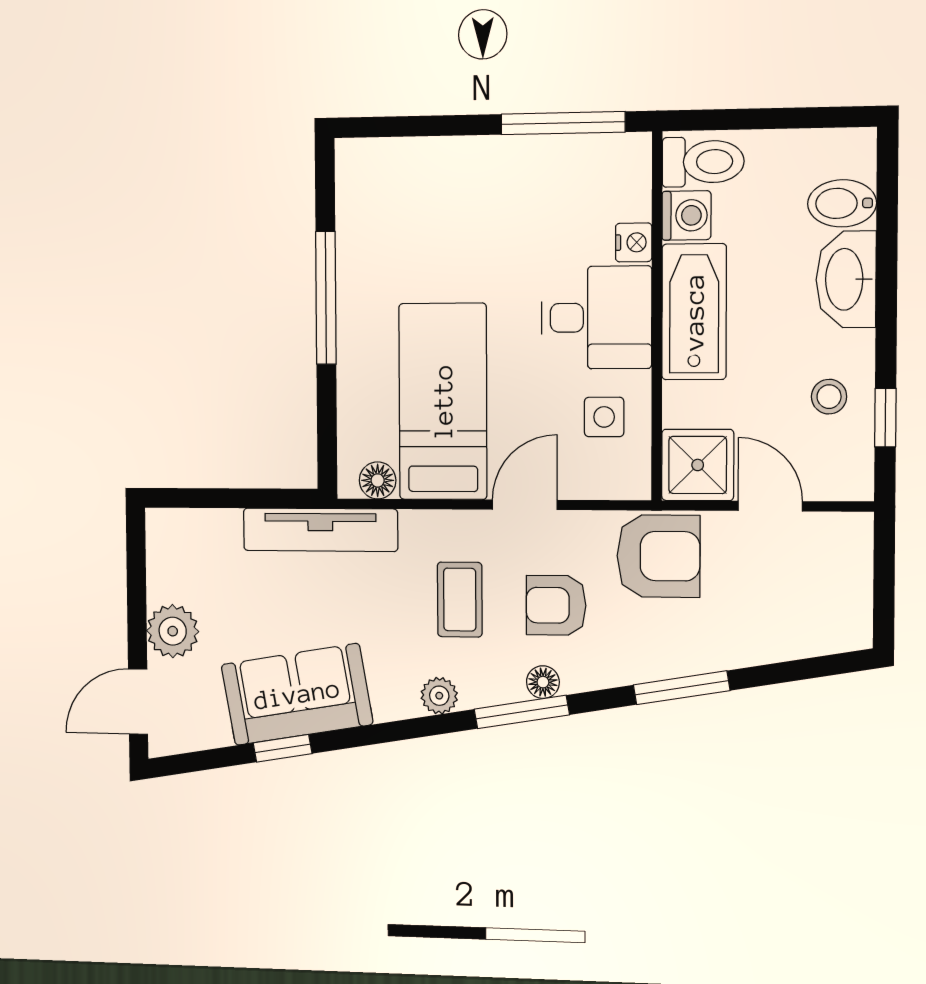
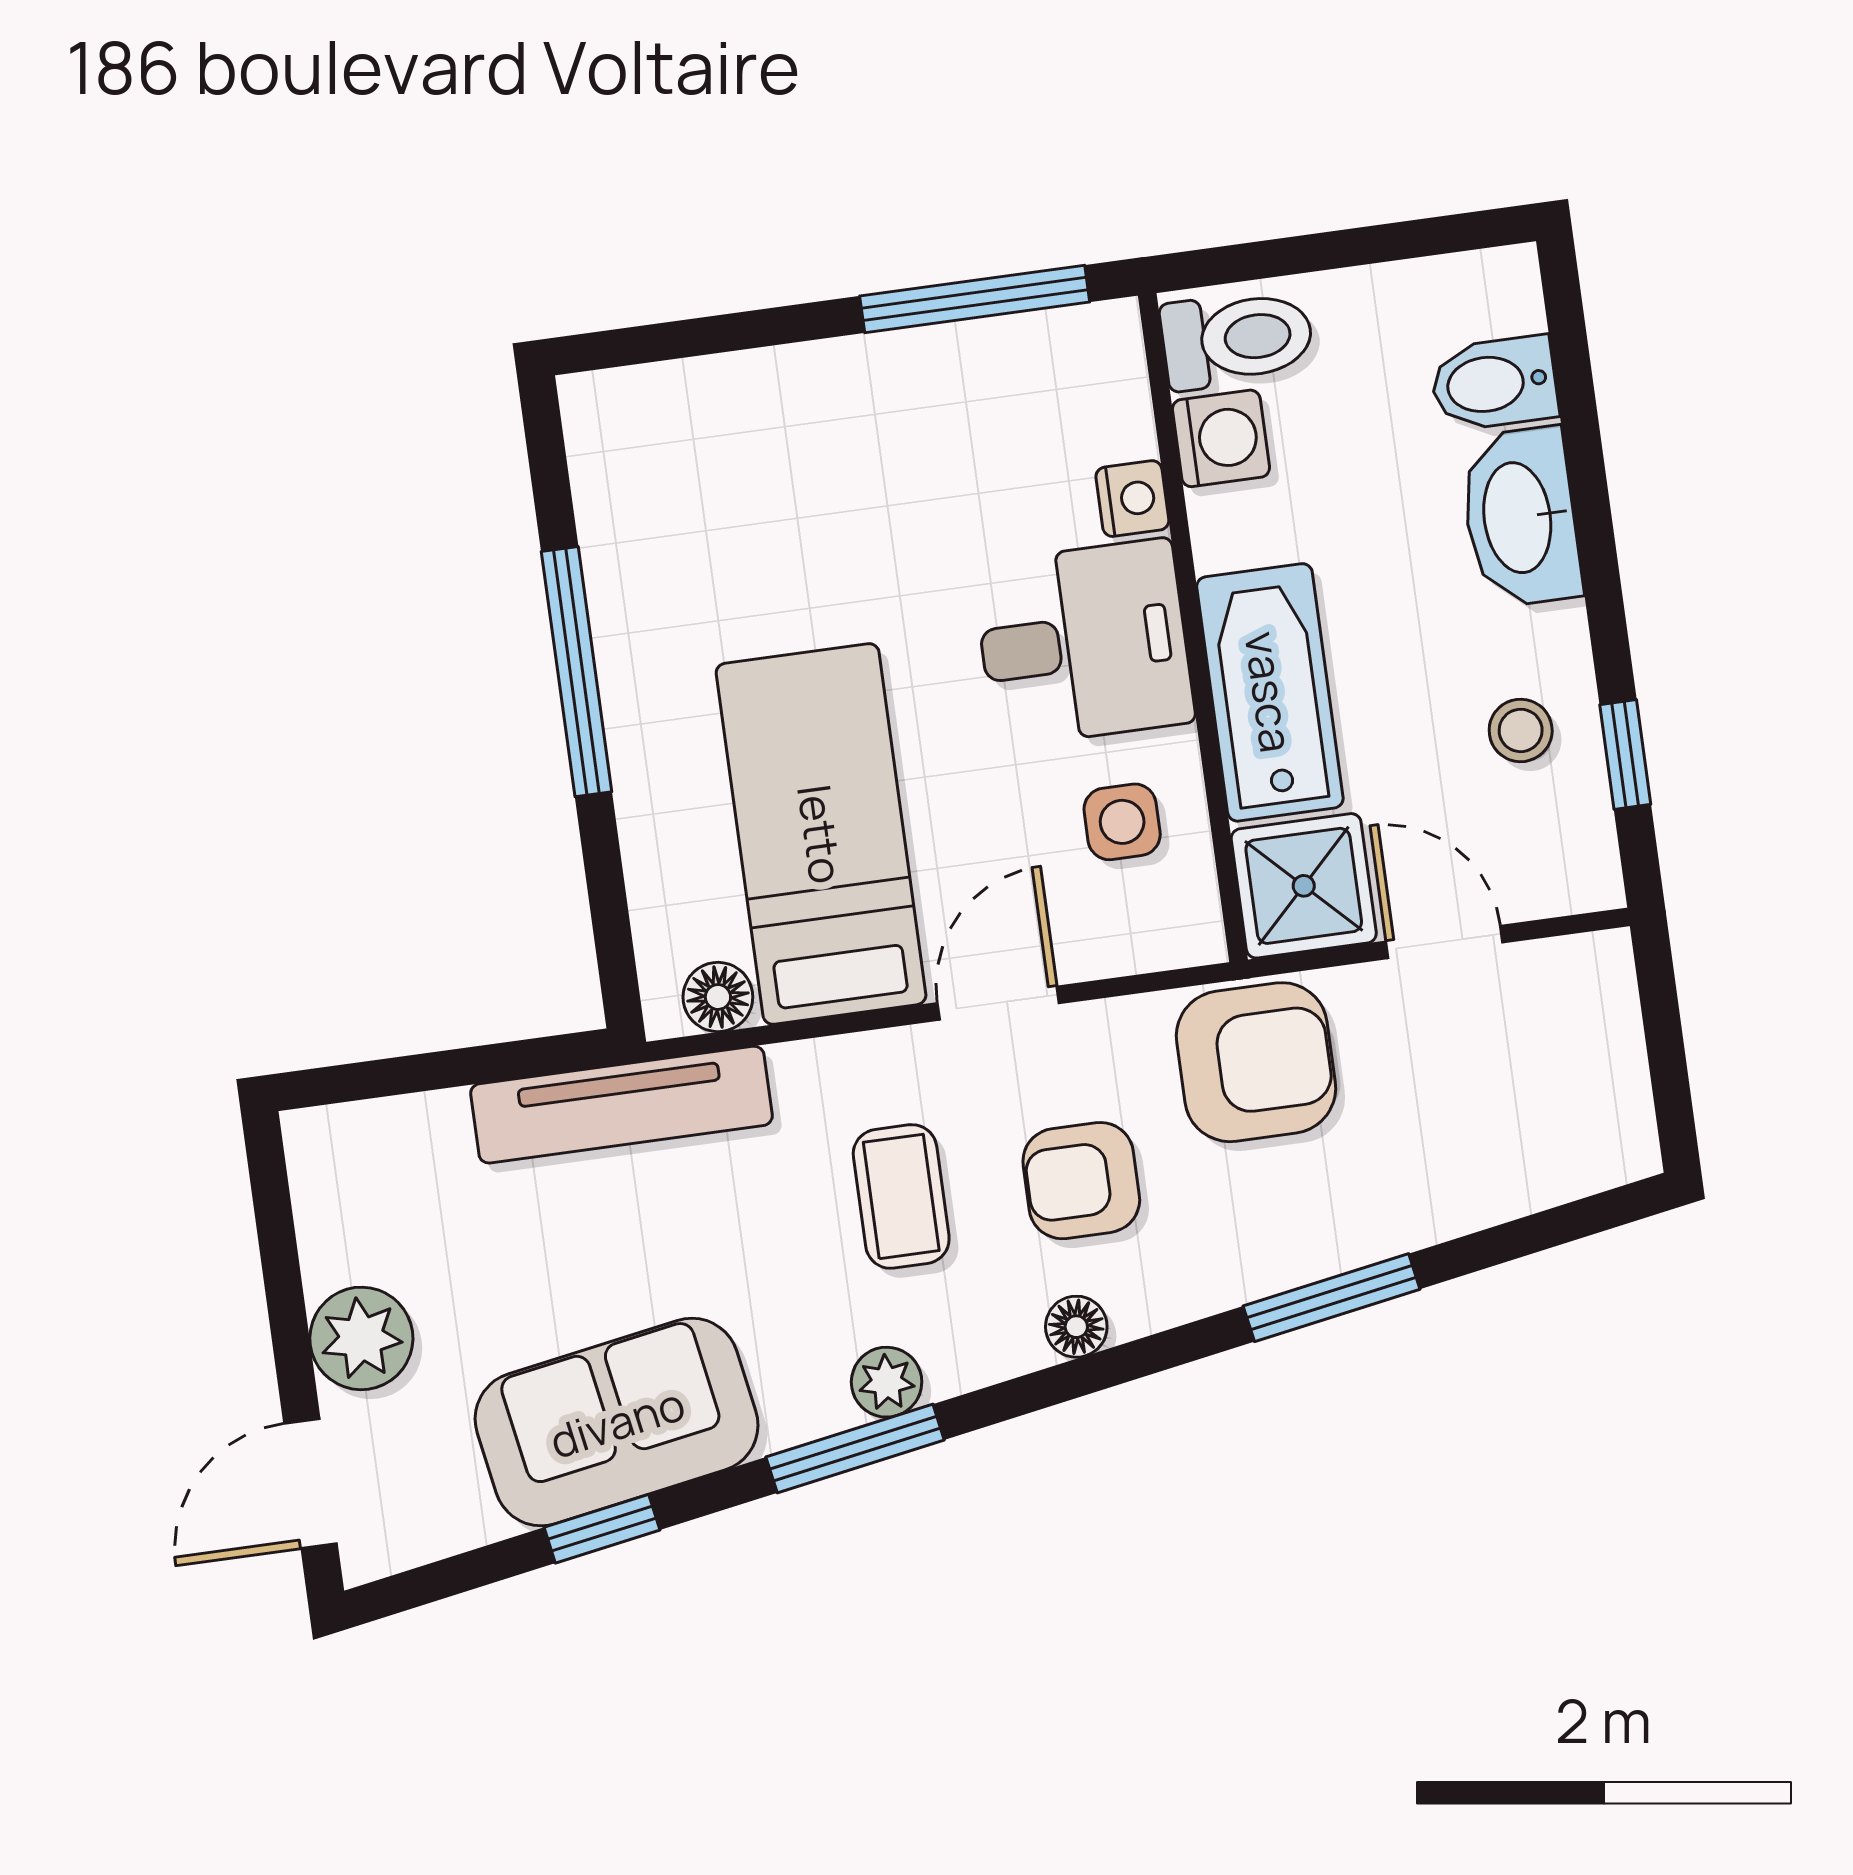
bathtub: (694, 312) -> (1270, 692), moved
window: (522, 712) -> (855, 1449), moved

